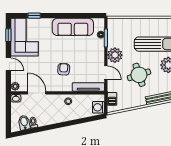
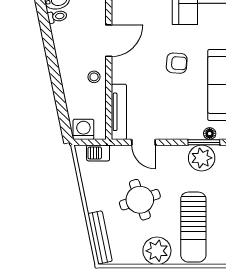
plant: (115, 55) -> (202, 158), moved
armchair: (64, 69) -> (177, 63), moved
door: (106, 73) -> (144, 142), hinge flipped
door: (37, 93) -> (109, 41), moved

